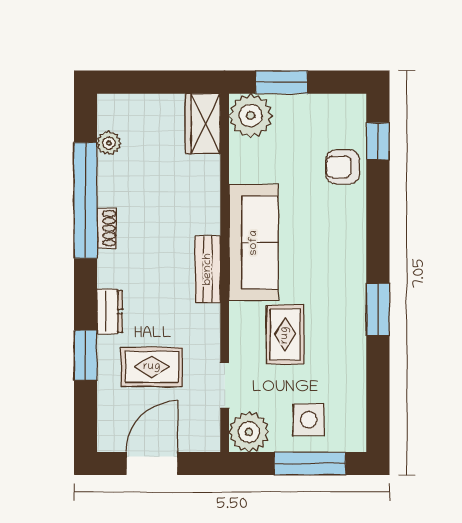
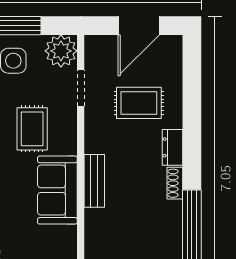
shoe rack: (107, 228) -> (175, 183), moved
sofa: (254, 243) -> (57, 190), width x0.73
window: (86, 355) -> (192, 112), removed

